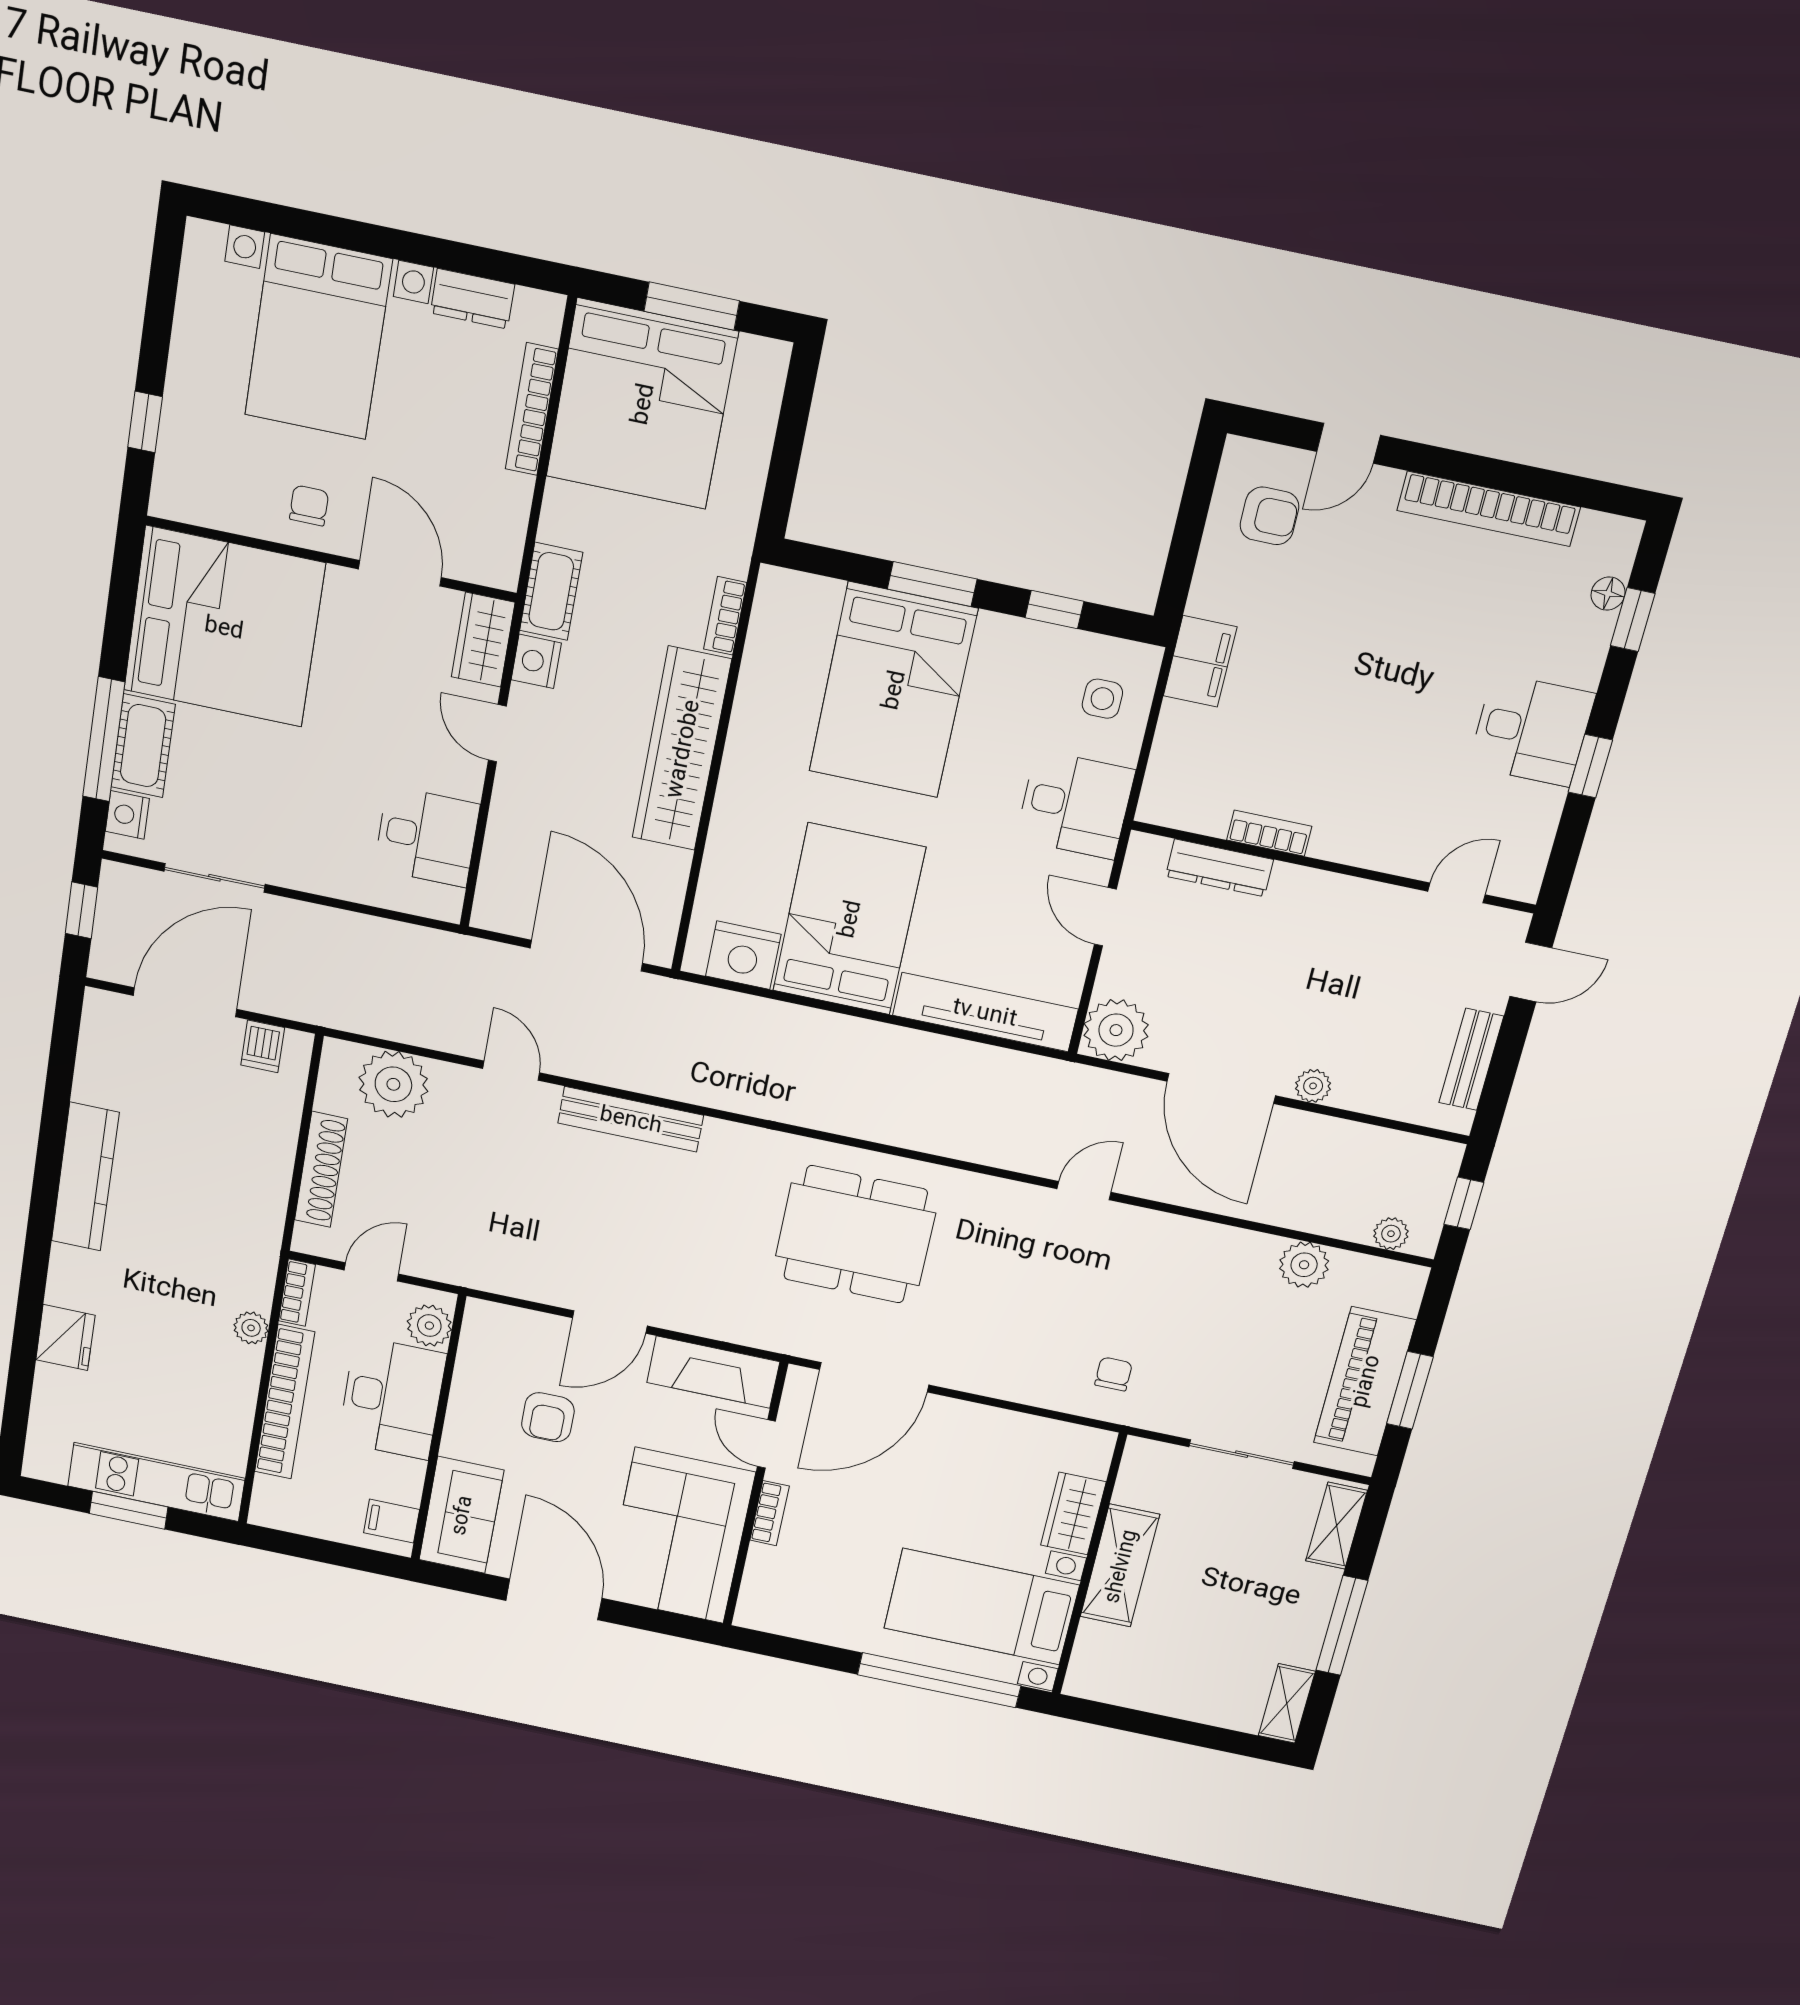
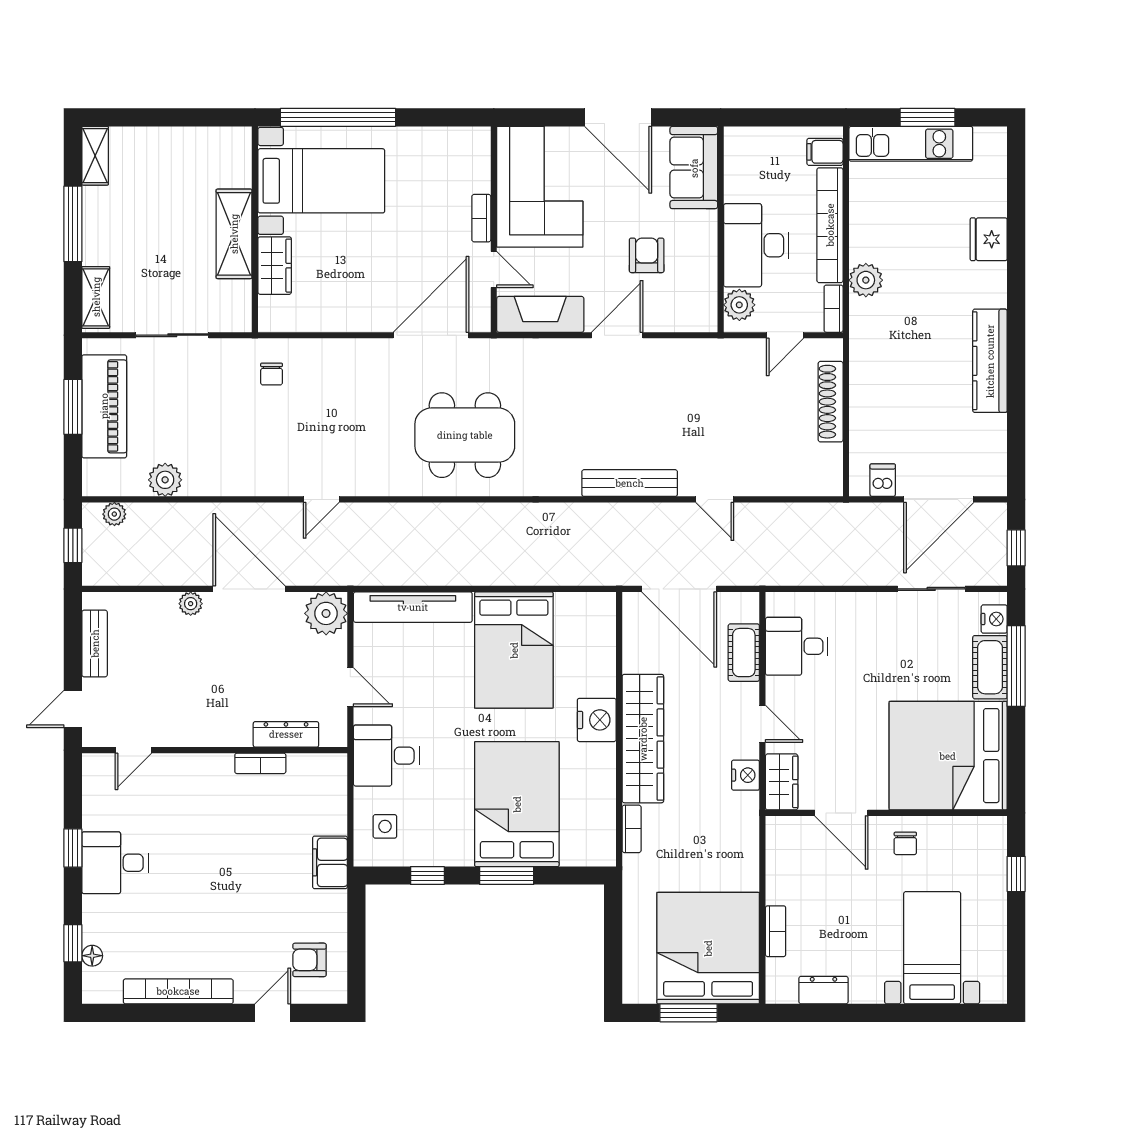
bed with nightstands: (318, 337) -> (932, 948), width x0.73
bookcase: (532, 409) -> (776, 931), width x0.64
cot: (551, 591) -> (744, 653), moved
nightstand: (743, 955) -> (597, 720), moved, turned 90
plant: (393, 1084) -> (791, 473), removed
plant: (251, 1328) -> (866, 280), width x1.38, depth x1.38
filing cabinet: (392, 1521) -> (825, 152), moved, turned 180

